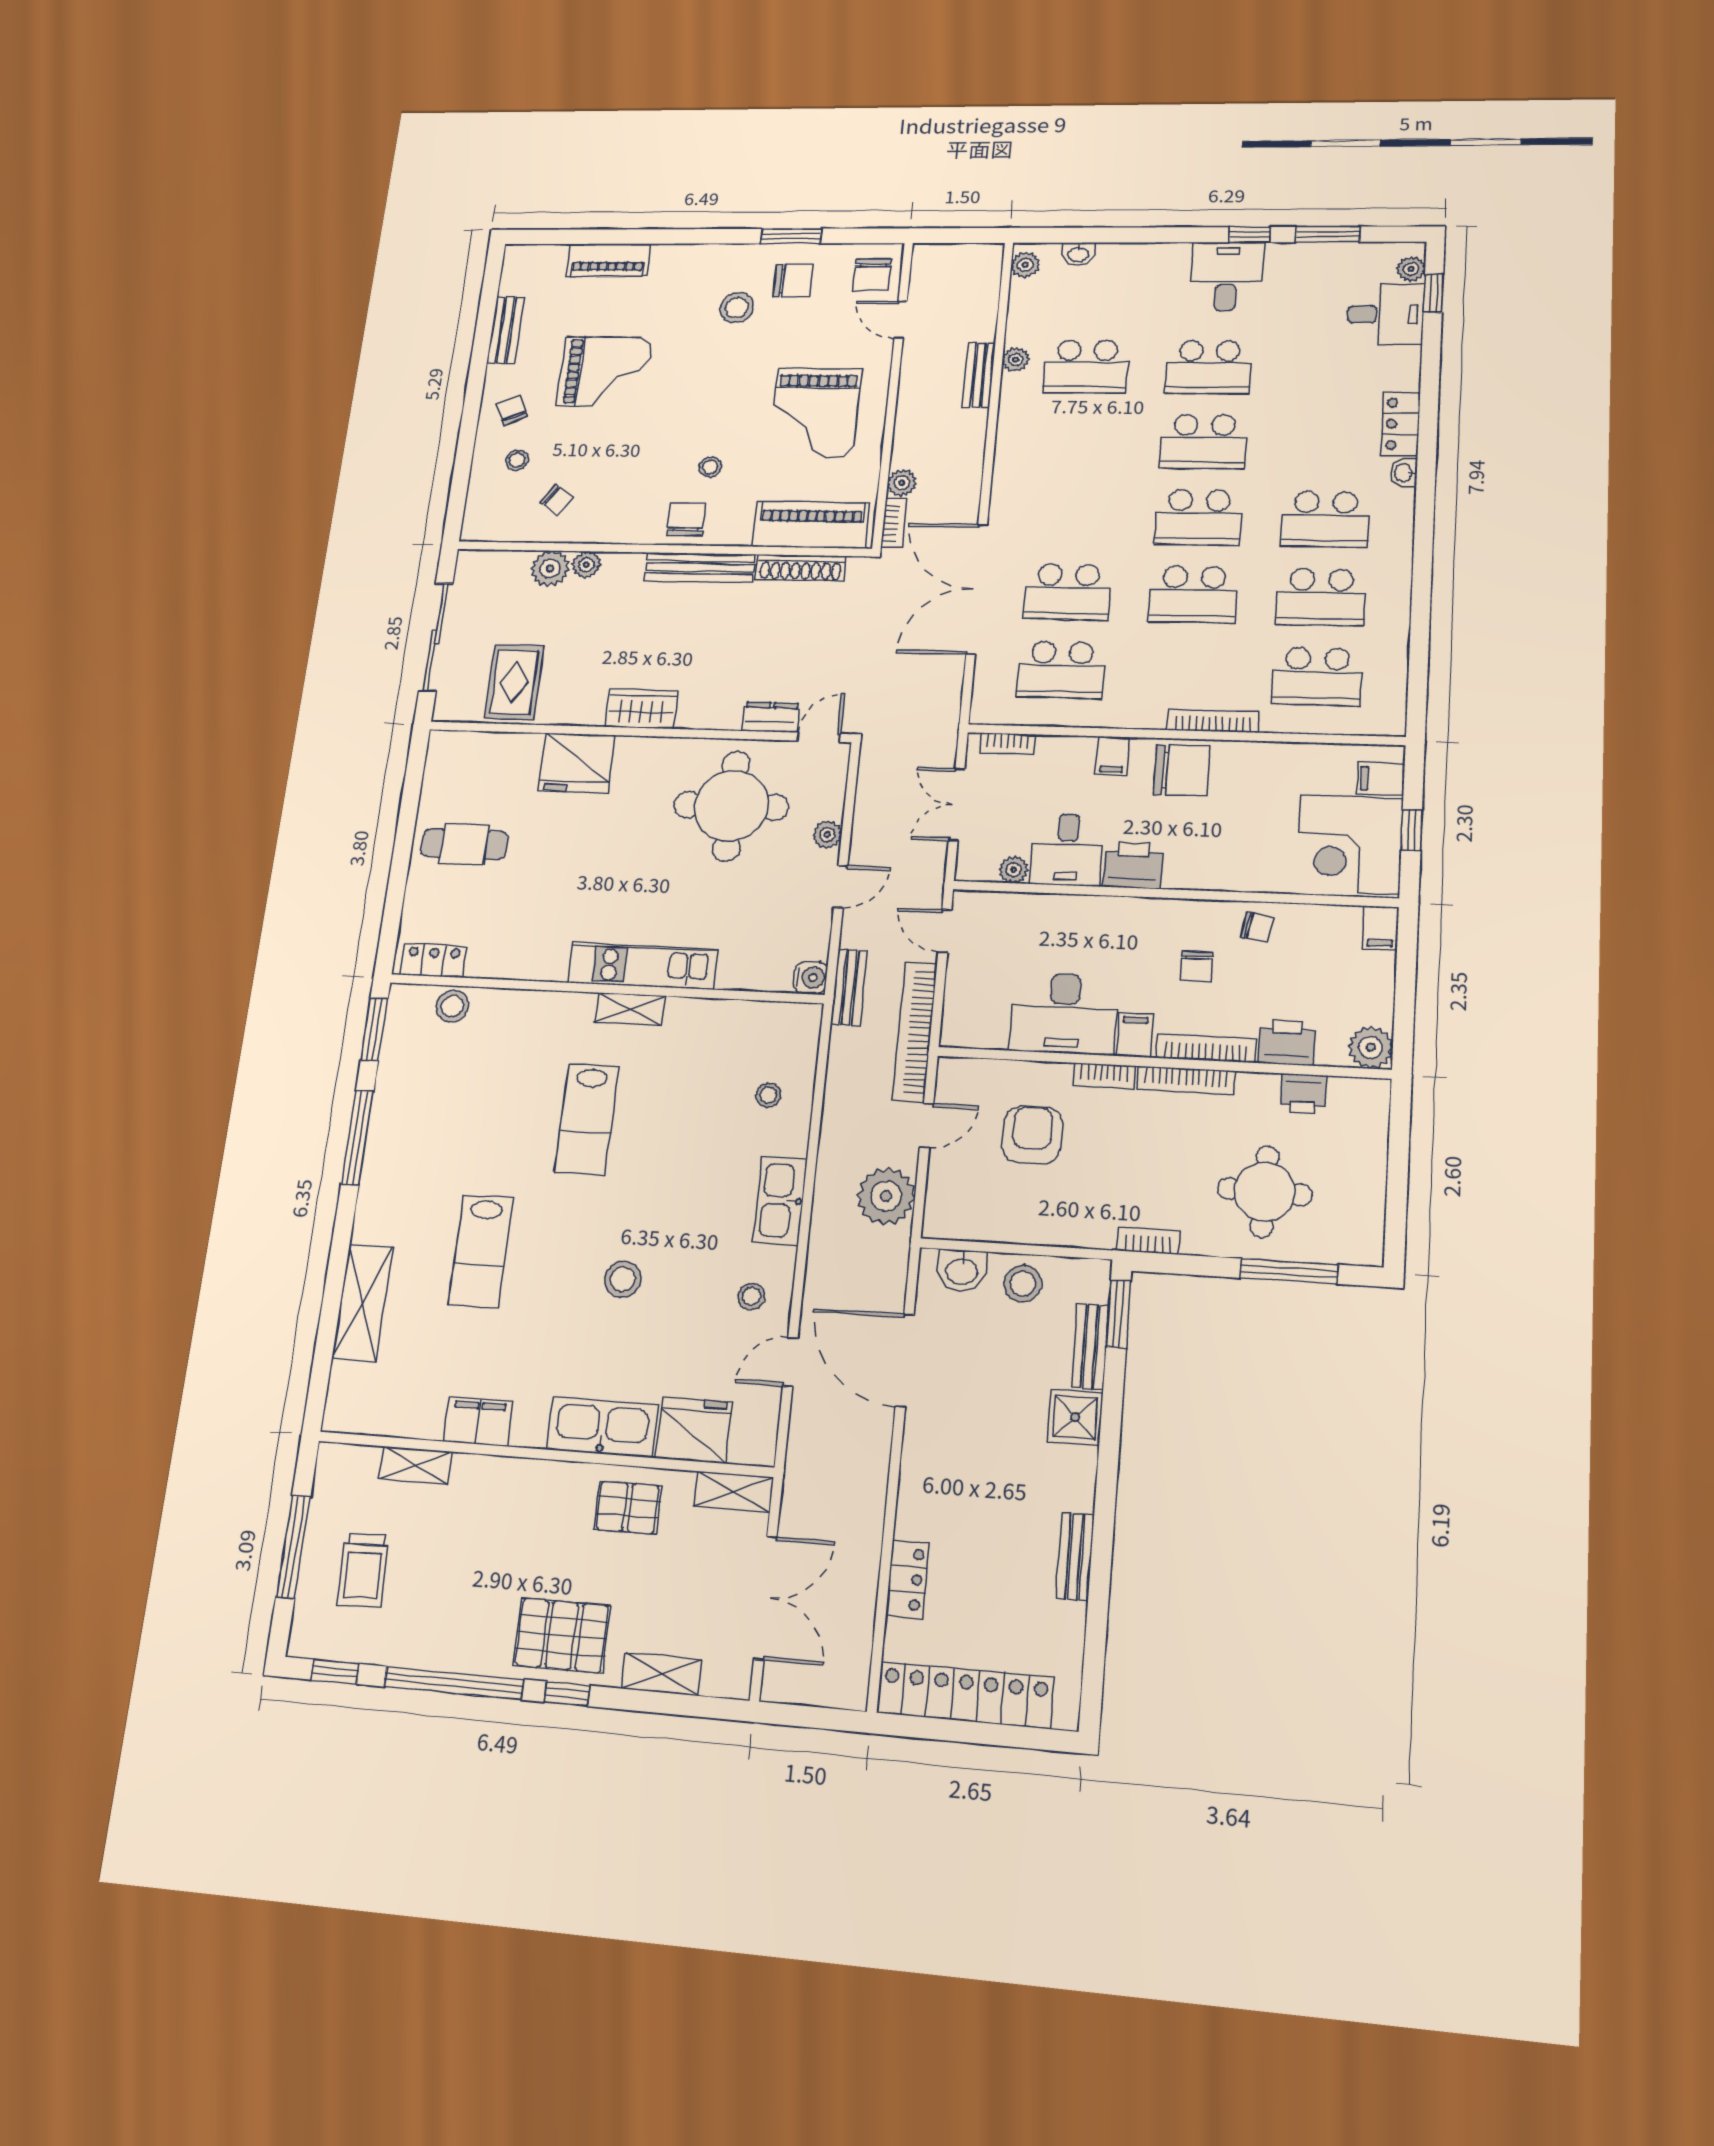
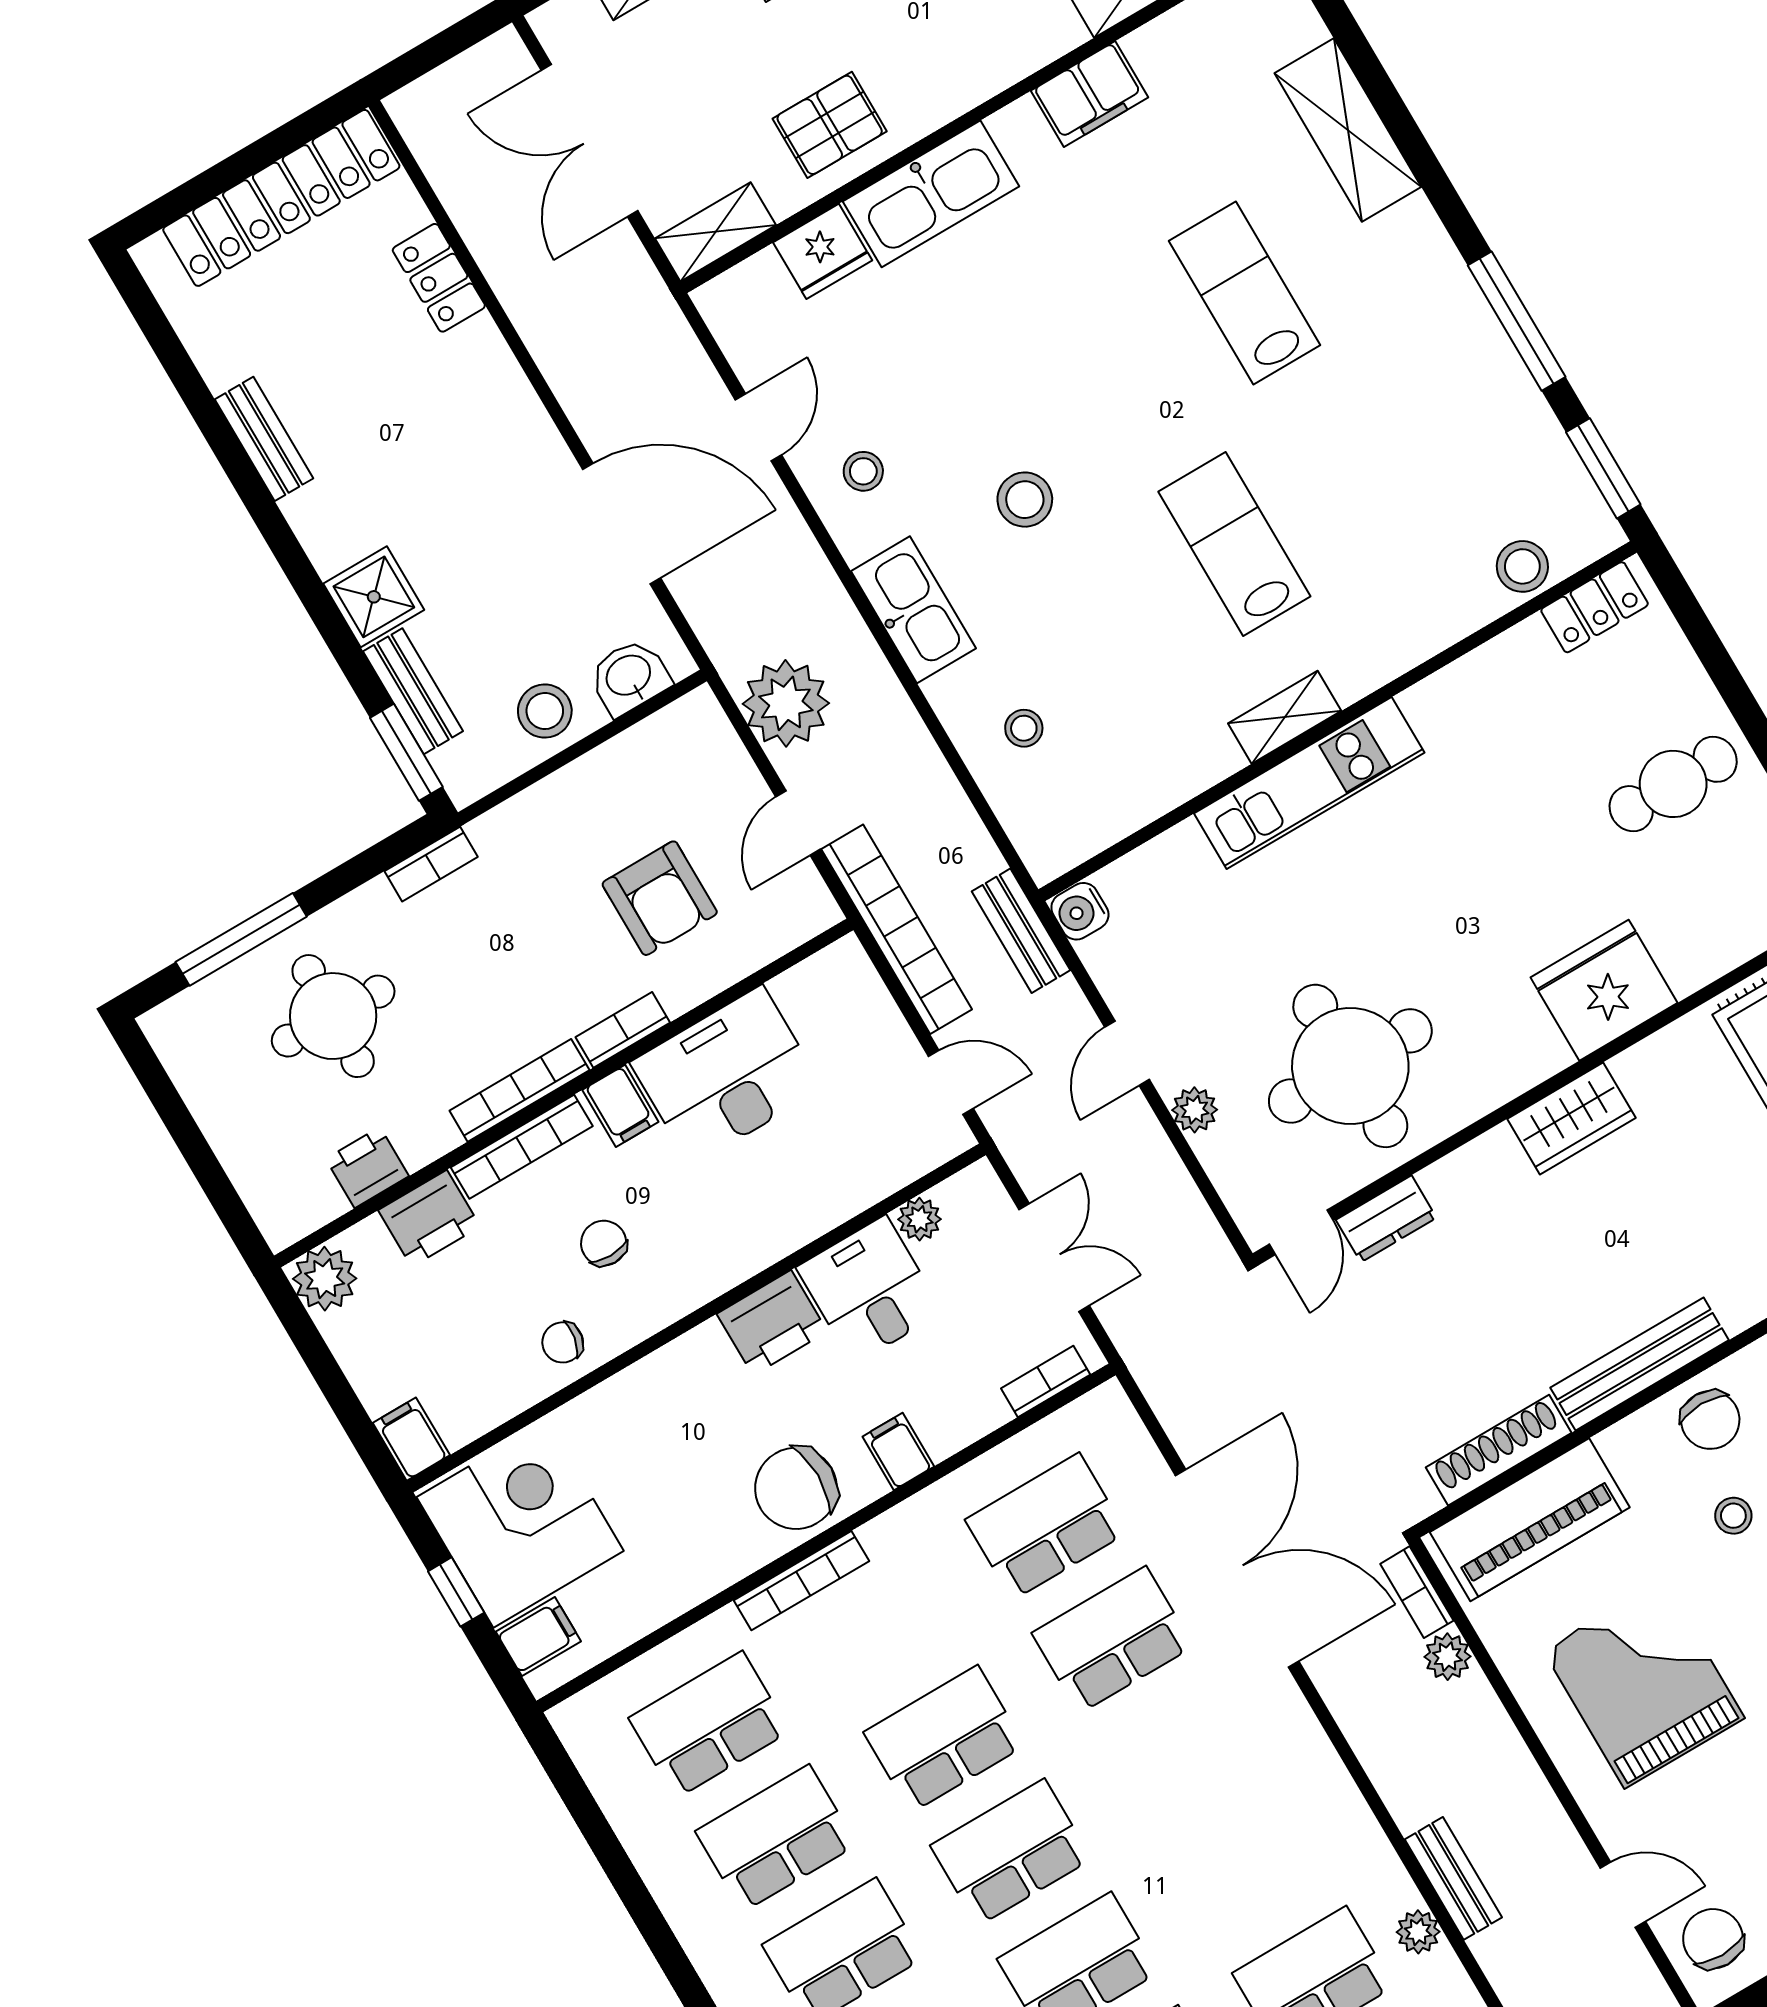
stool: (623, 1279) -> (1025, 500), moved
fridge: (694, 1430) -> (823, 251), width x0.73, depth x0.75

